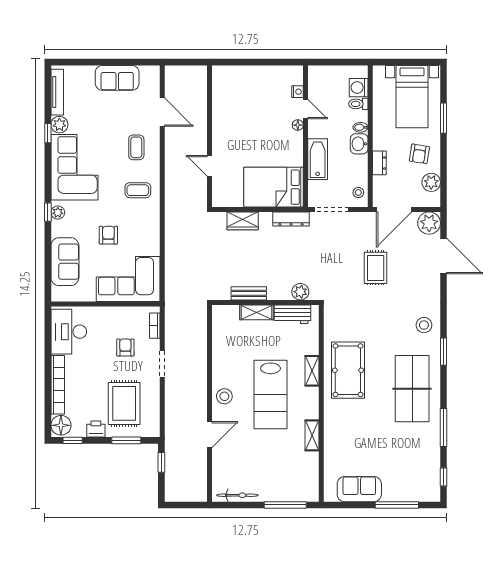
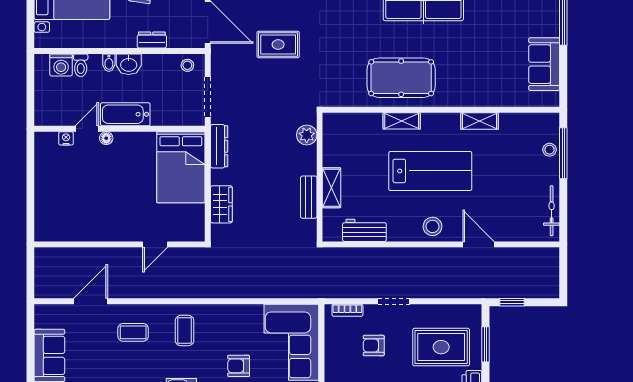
bathtub: (318, 159) -> (125, 114), moved
workbench: (293, 314) -> (364, 230), moved, turned -90
stool: (288, 494) -> (549, 150), added

